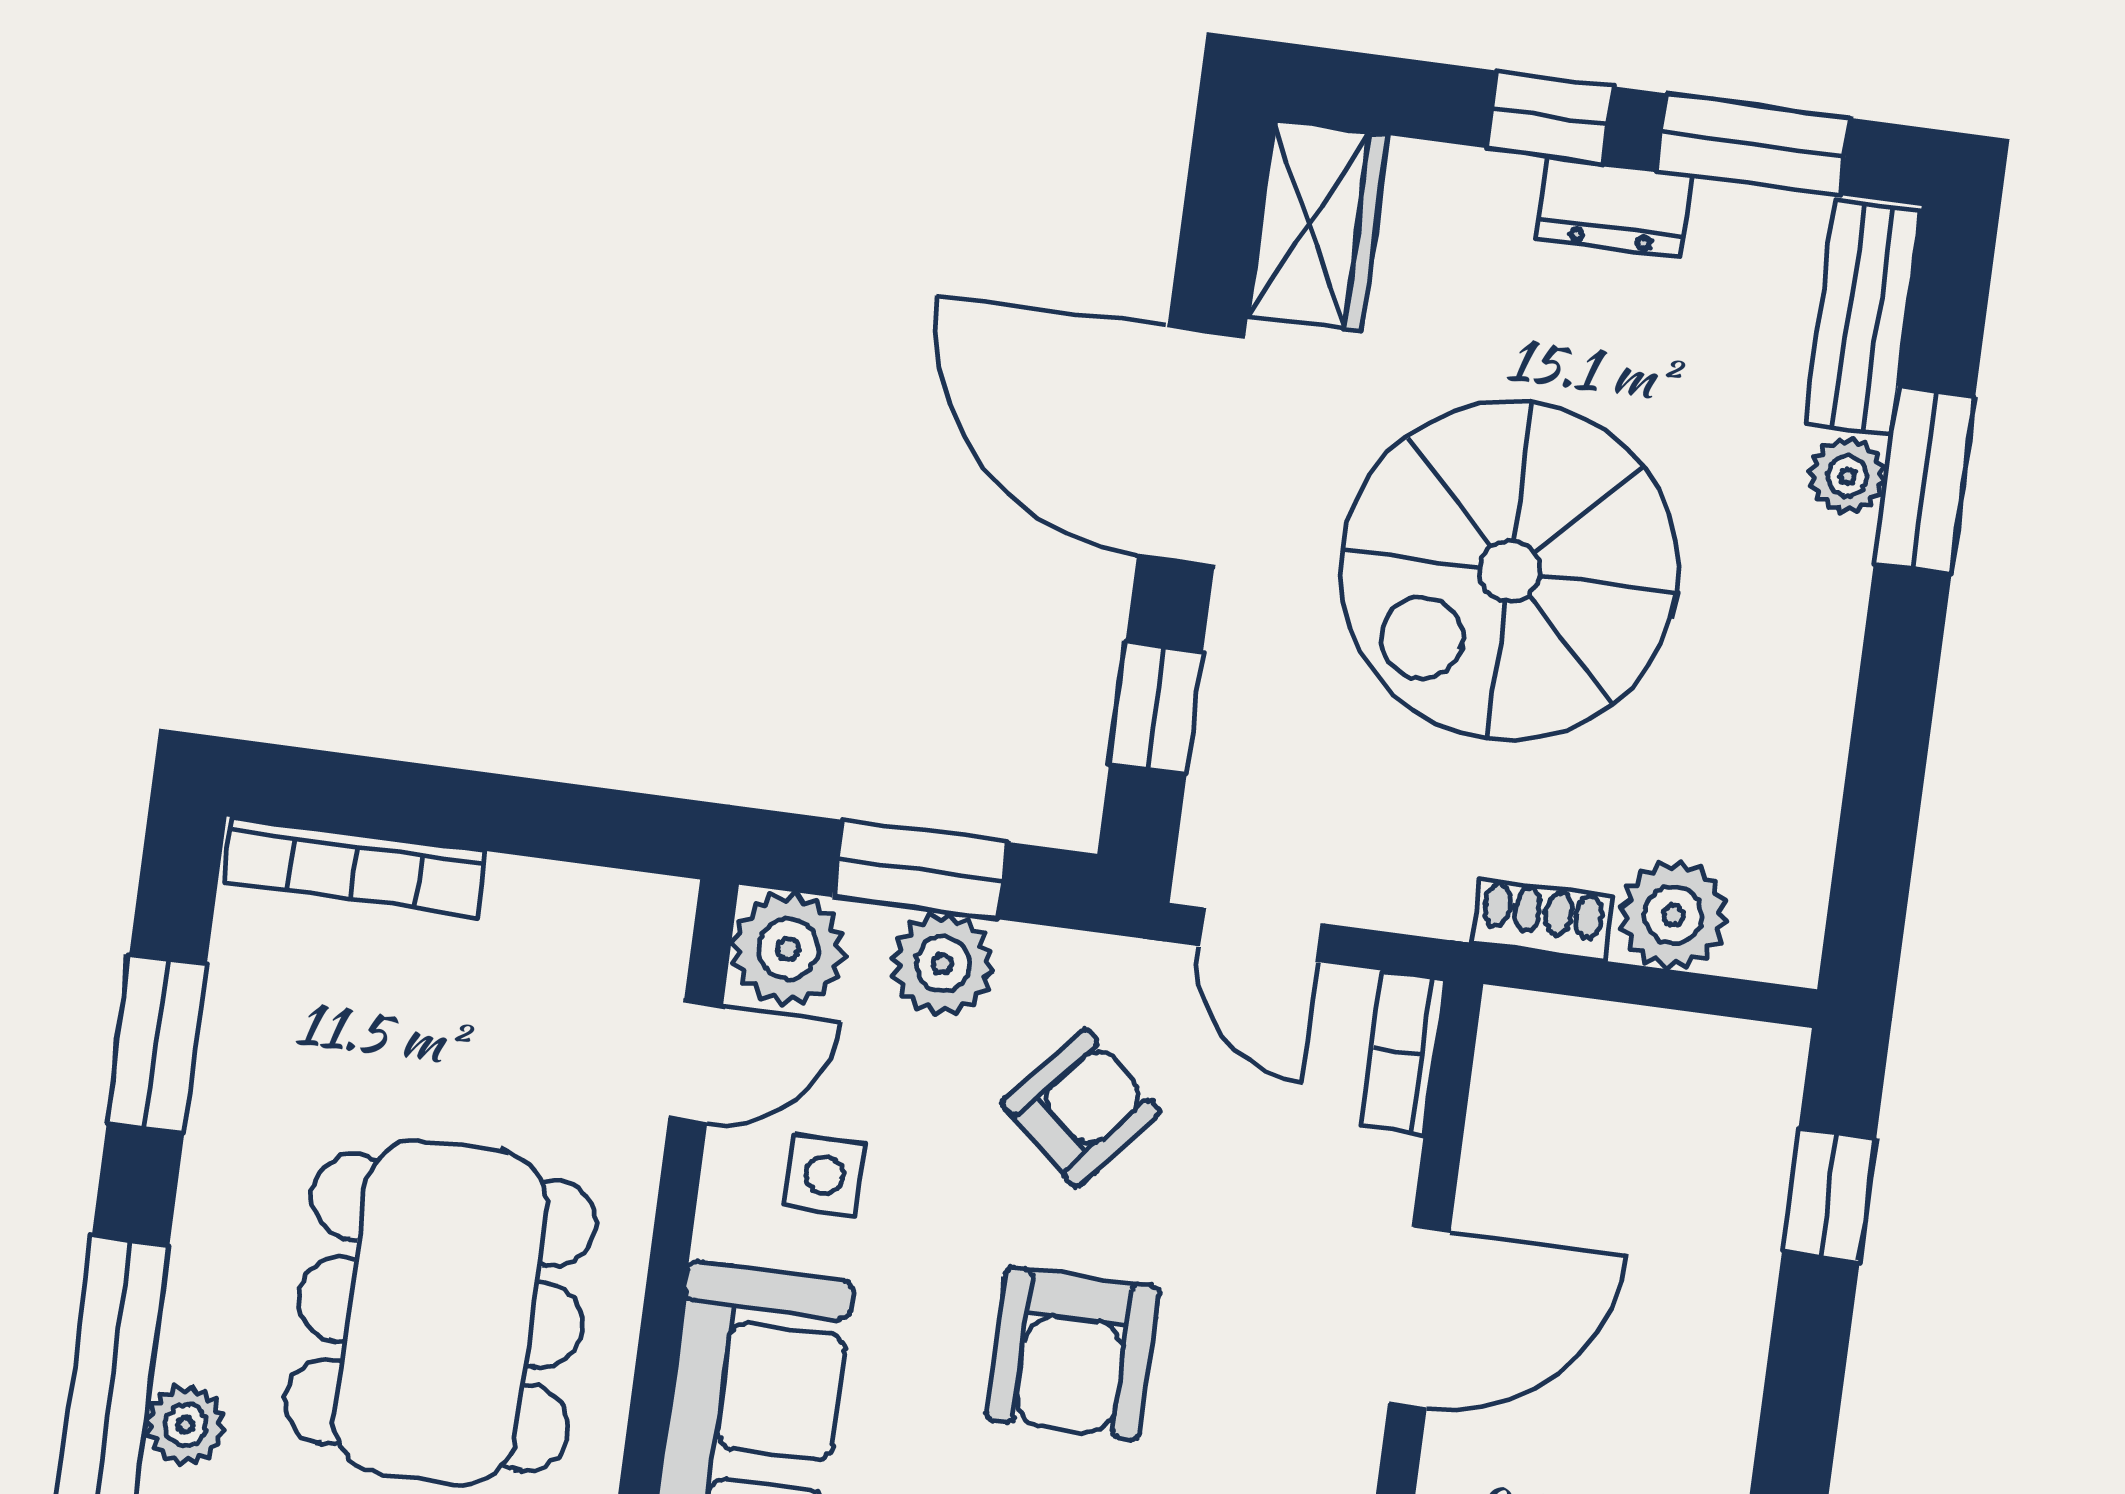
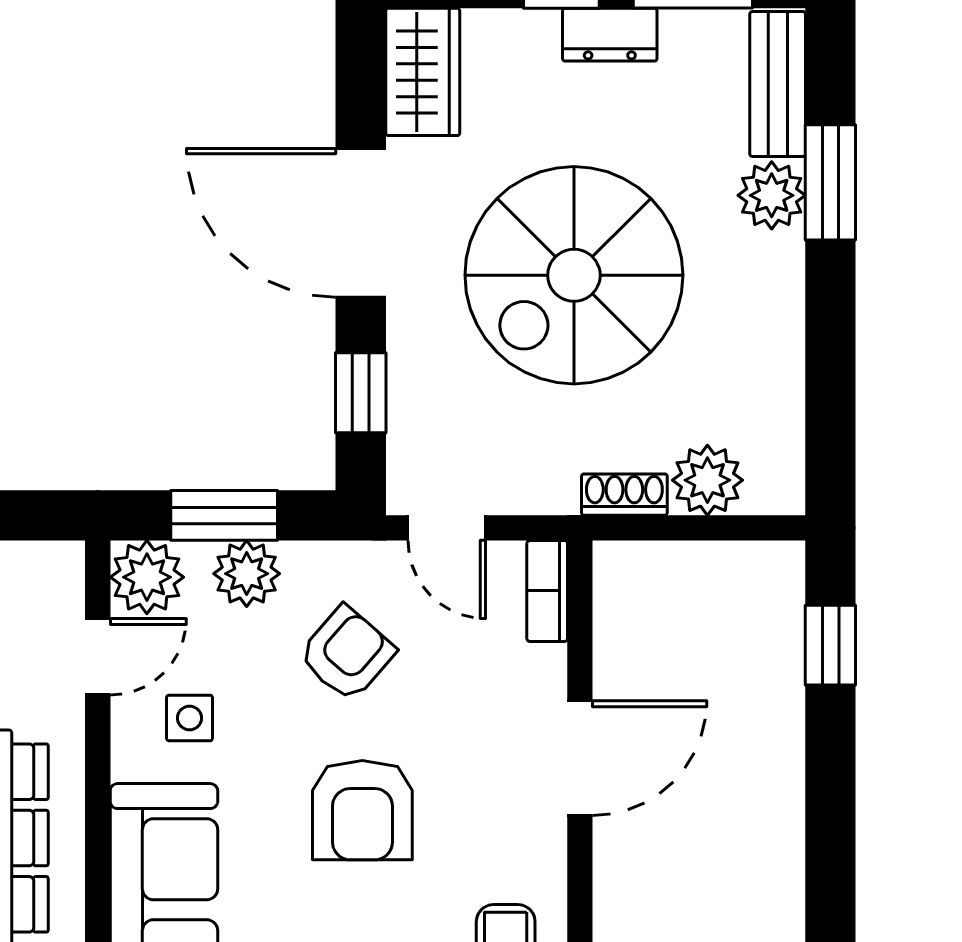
plant: (1847, 476) -> (772, 195), width x1.38, depth x1.38

